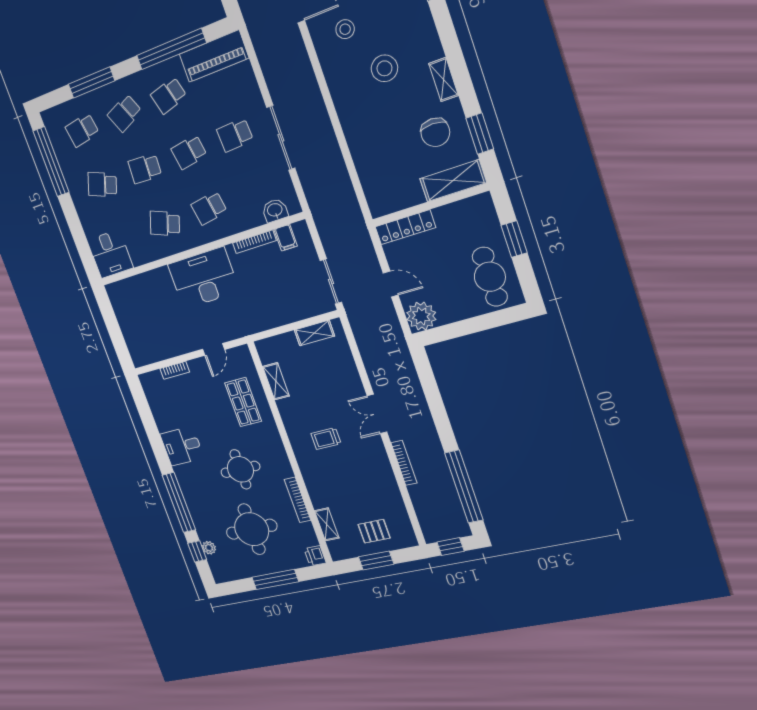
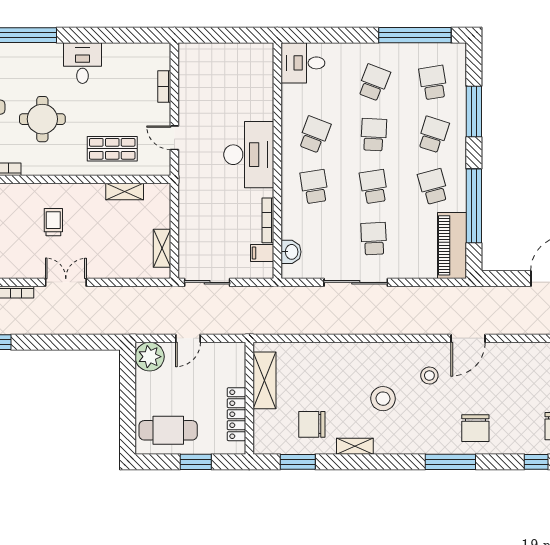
school desk: (125, 113) -> (433, 135), turned 42
shelving: (453, 181) -> (264, 380), moved
locker: (405, 227) -> (236, 414), moved

